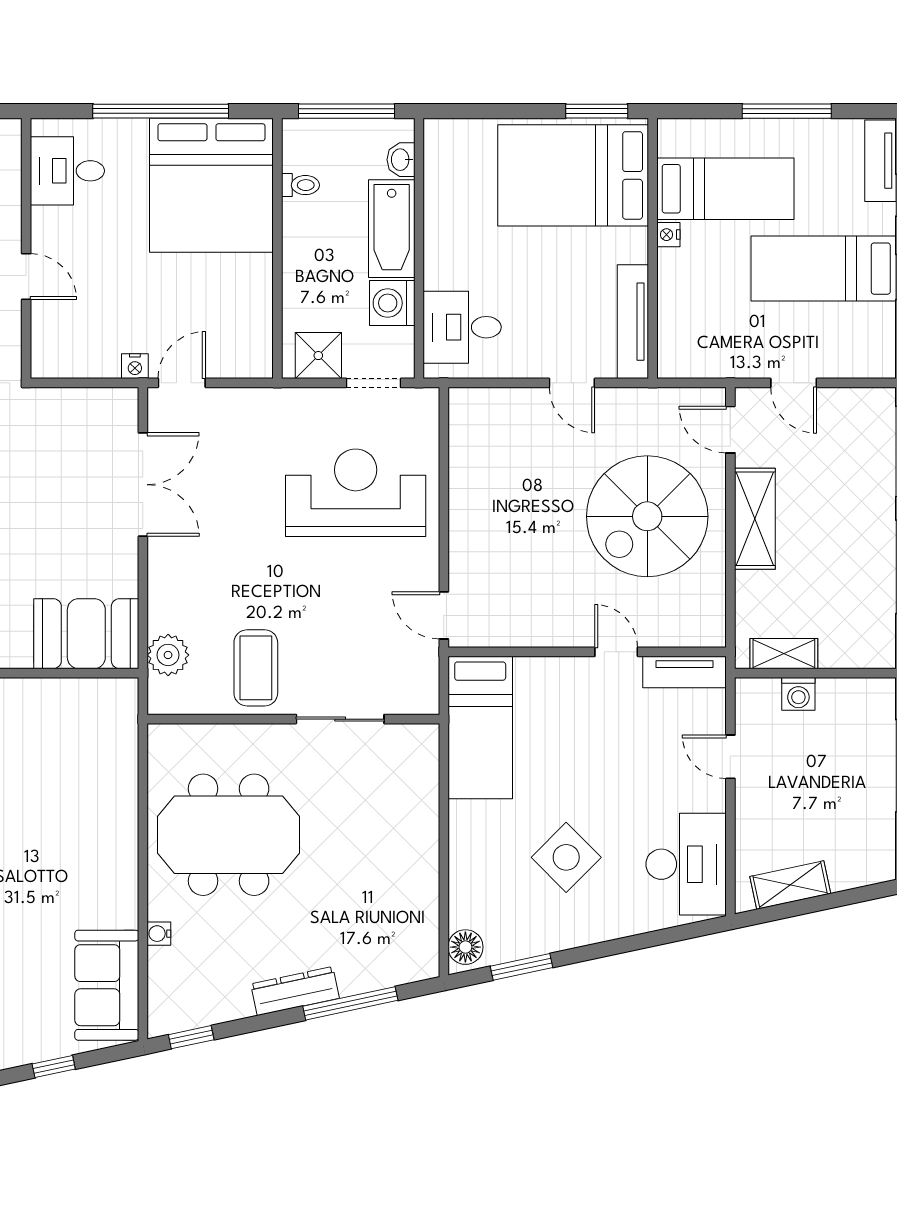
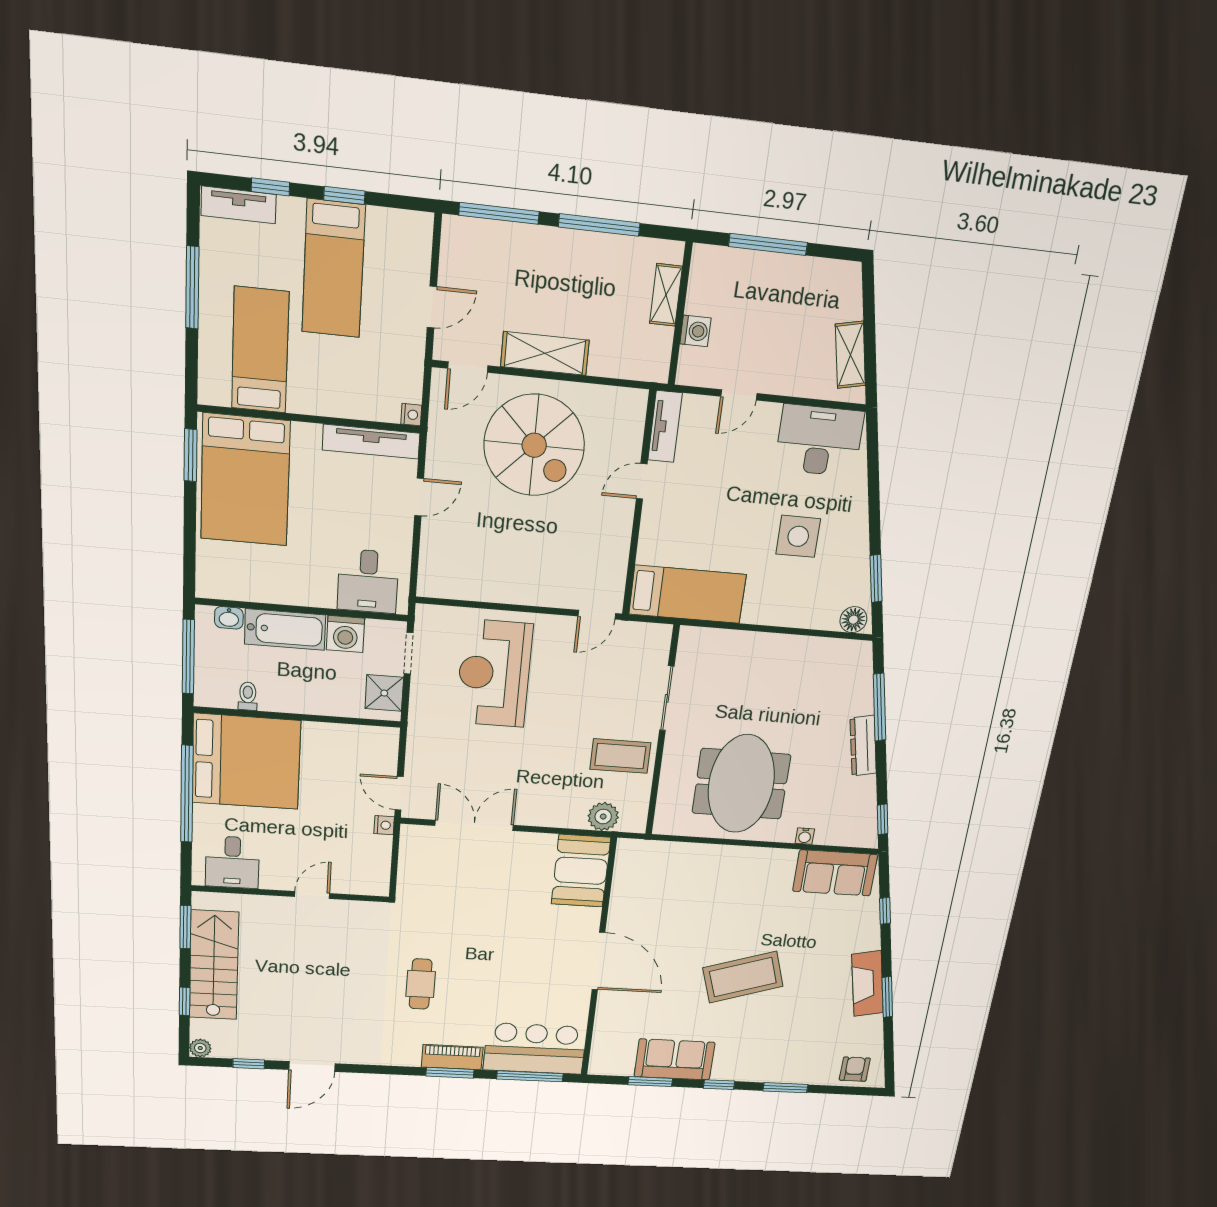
nightstand: (668, 235) -> (411, 415), moved, turned -90
shelving: (784, 654) -> (666, 295), moved
side table: (566, 857) -> (798, 536), turned 45

